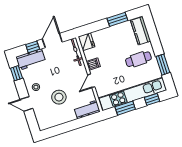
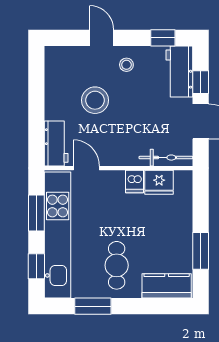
fridge: (86, 42) -> (159, 182), moved
door: (91, 81) -> (86, 168), moved
door: (26, 104) -> (102, 38), hinge flipped

